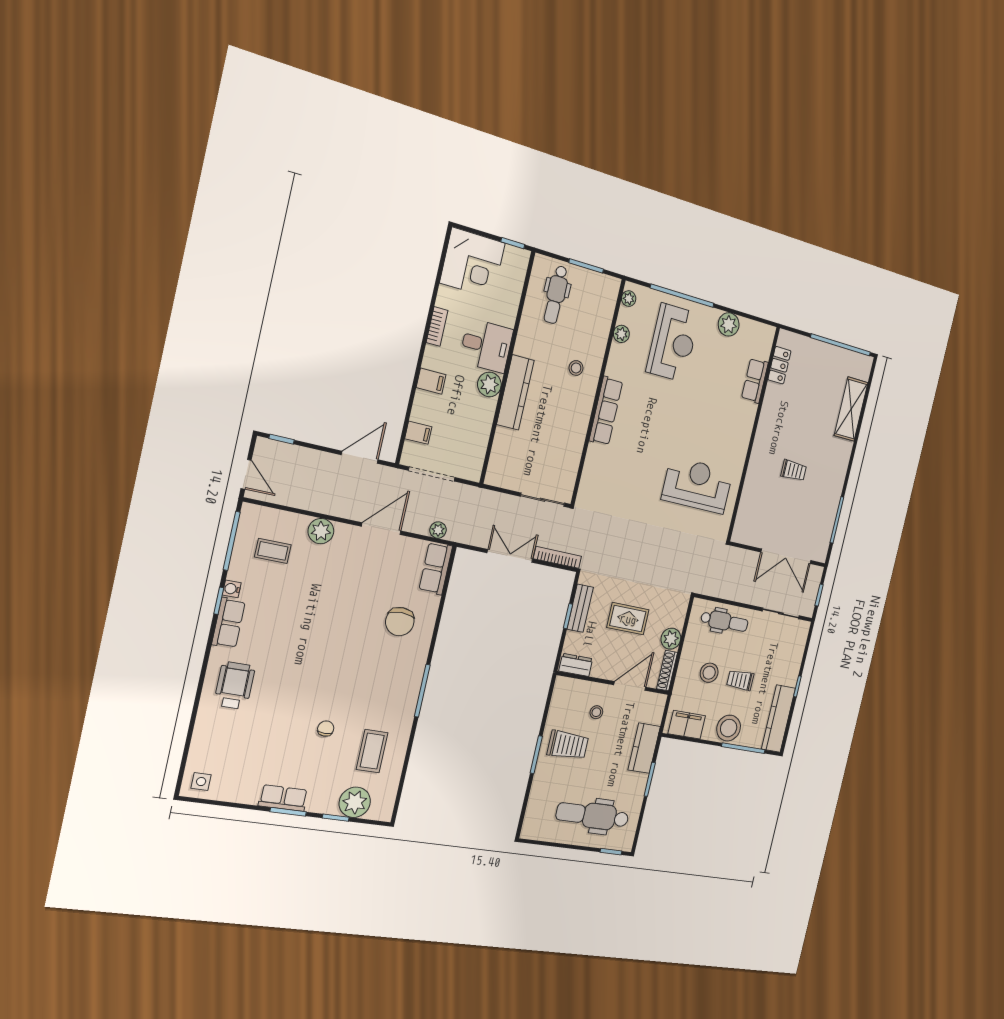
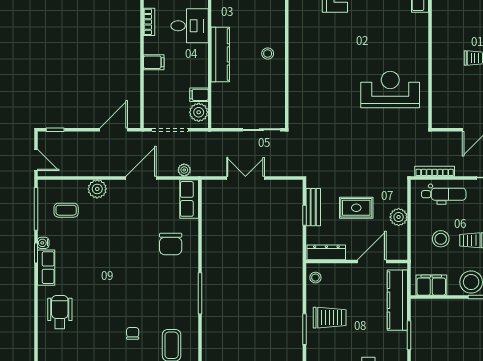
stool: (576, 368) -> (268, 54), moved
plant: (489, 384) -> (199, 112), moved
row of seats: (606, 411) -> (297, 50), removed
filing cabinet: (418, 433) -> (199, 95), moved, turned 180
bookcase: (557, 557) -> (435, 171), moved
dresser: (576, 665) -> (326, 252), width x1.44
shoe rack: (667, 671) -> (402, 244), removed
stool: (596, 712) -> (315, 278), moved
kitchen counter: (644, 748) -> (397, 300), width x1.50

